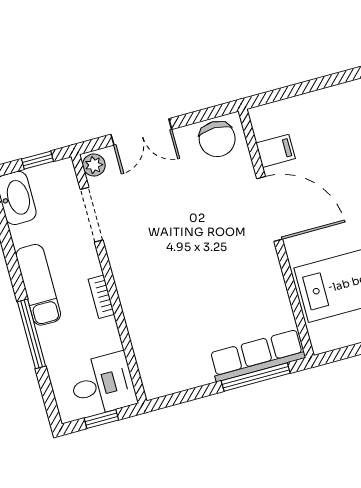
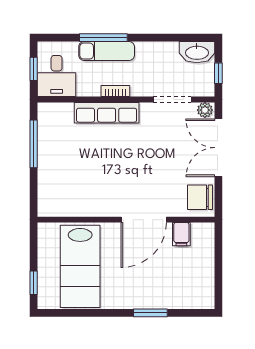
double door: (141, 132) -> (218, 148), width x1.37
exam couch: (38, 285) -> (107, 51), moved
row of seats: (257, 356) -> (107, 113), moved, turned 90
window: (256, 377) -> (34, 144), moved

